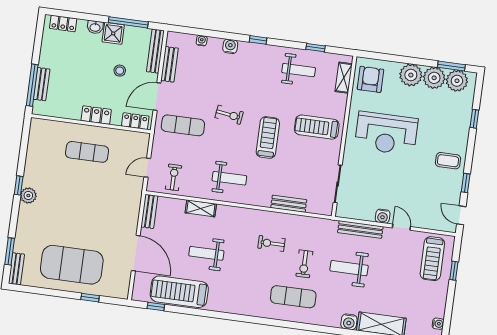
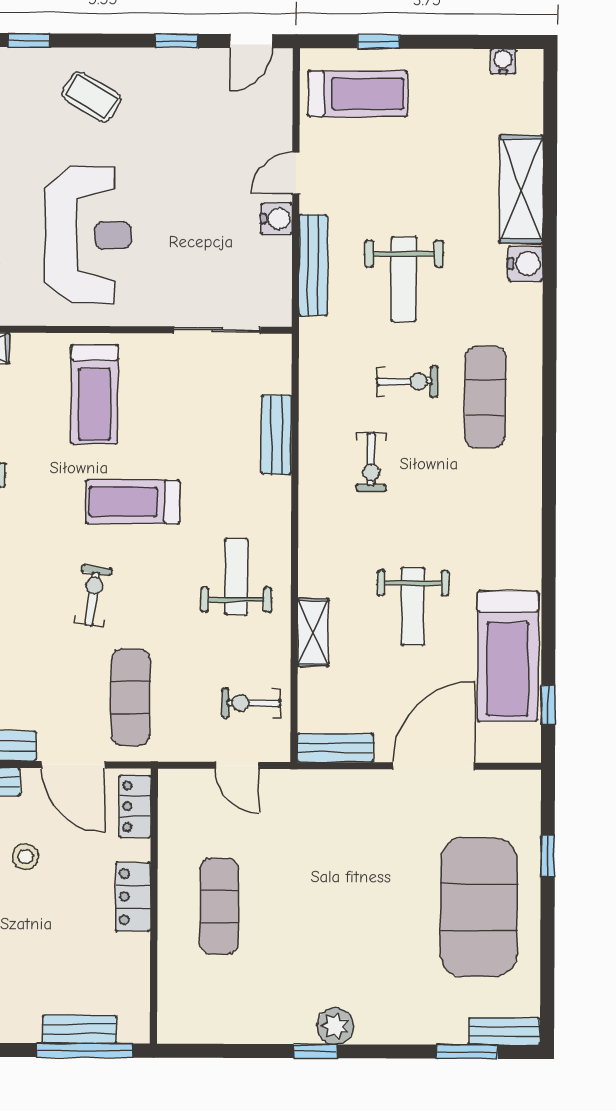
coffee table: (448, 161) -> (92, 97), moved, turned -59

